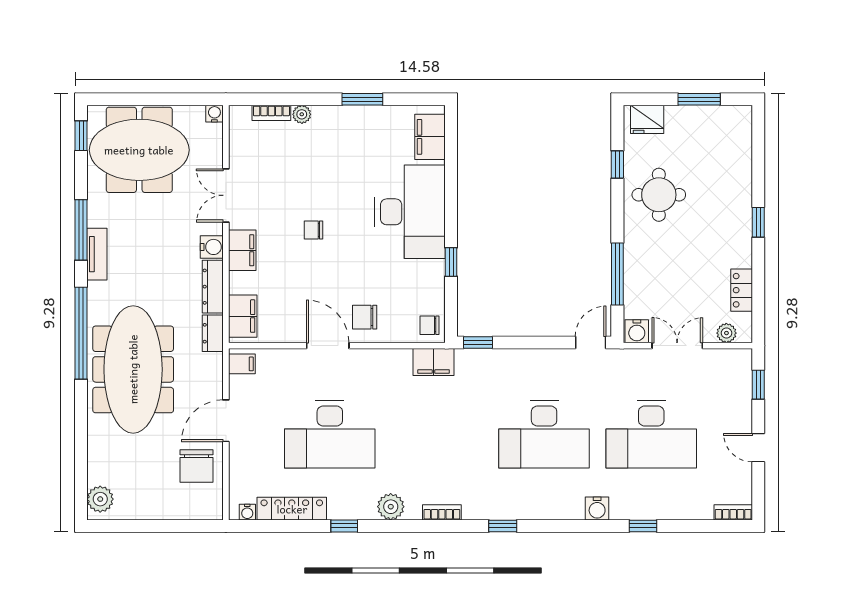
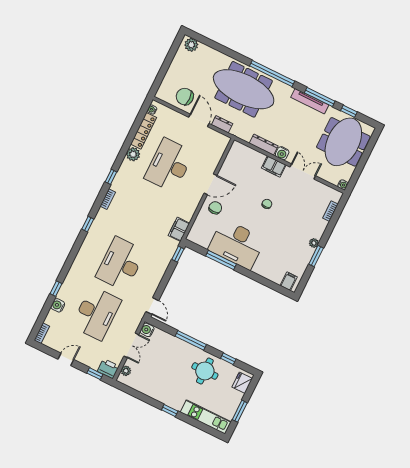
plant: (302, 114) -> (314, 243), moved
window: (81, 136) -> (349, 111), moved
filing cabinet: (430, 137) -> (289, 281), width x0.50
kitchen unit: (739, 154) -> (206, 417), added
desk: (410, 212) -> (237, 244), moved
tv unit: (97, 254) -> (310, 101), width x1.41
window: (451, 262) -> (221, 260), width x2.17
window: (617, 274) -> (191, 340), moved
locker: (742, 290) -> (142, 387), removed
filing cabinet: (243, 316) -> (243, 152), removed
chair: (430, 325) -> (197, 236), removed
dresser: (213, 333) -> (222, 124), moved
filing cabinet: (242, 364) -> (221, 141), removed
printer: (738, 366) -> (108, 369), added
desk: (651, 434) -> (96, 313), turned 180
plant: (391, 507) -> (133, 154), moved
water cooler: (597, 508) -> (58, 305), moved
window: (344, 526) -> (111, 177), moved

